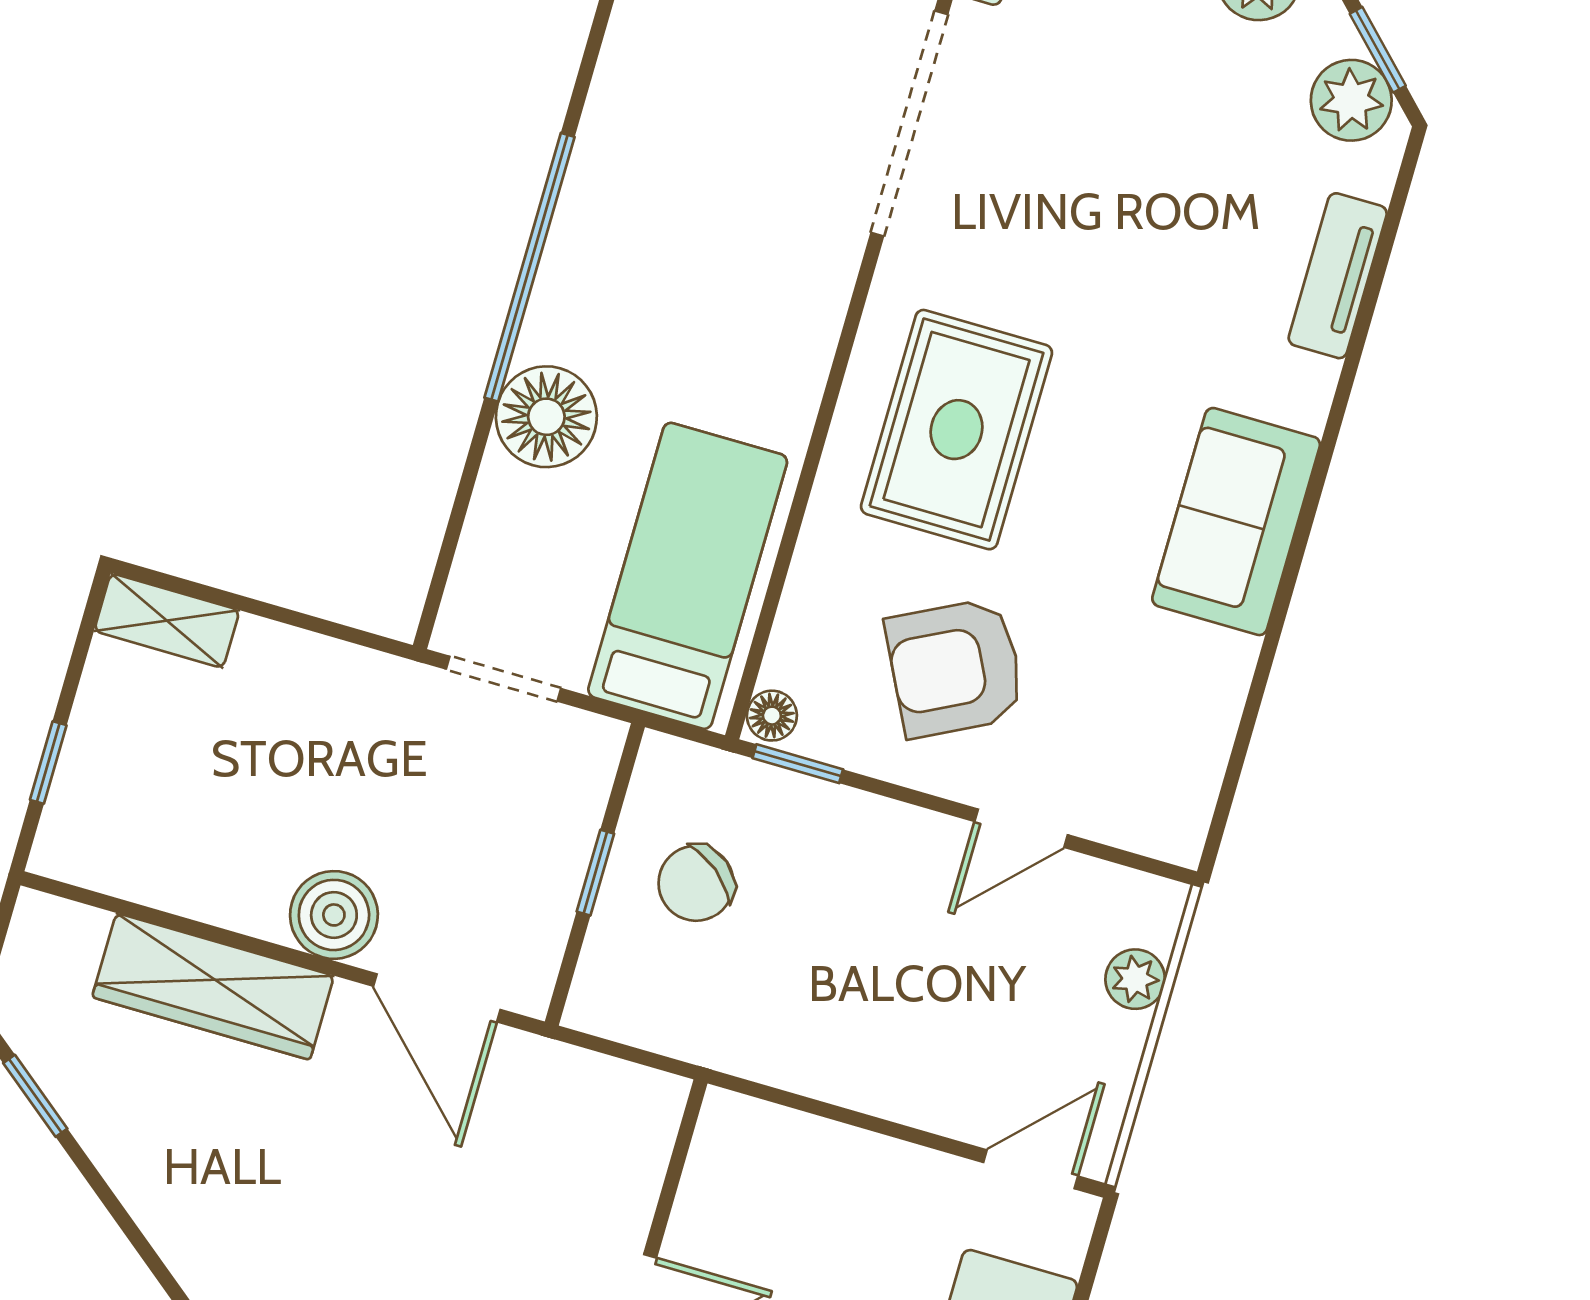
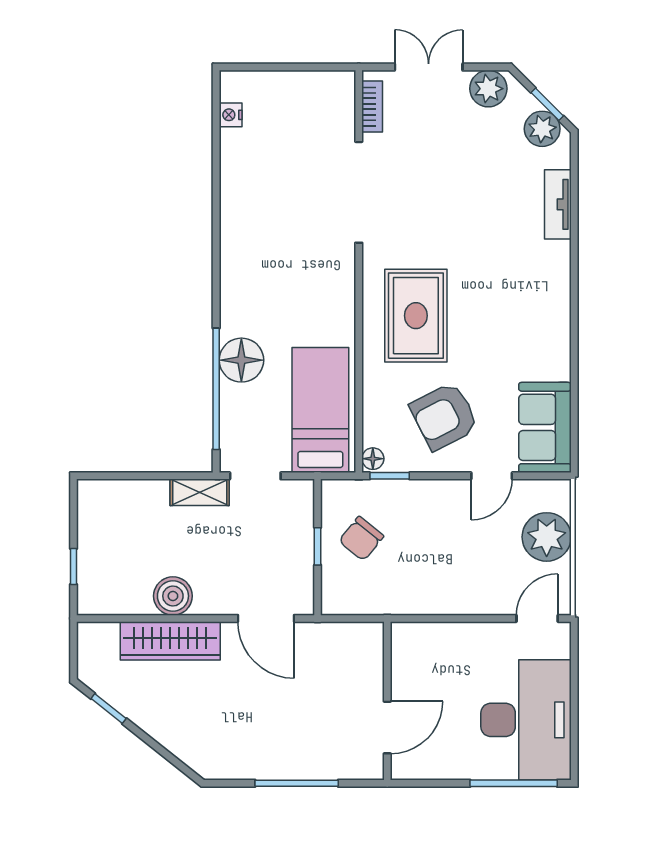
window: (530, 267) -> (216, 389), moved
sofa: (1236, 522) -> (545, 427), moved
shelving: (167, 621) -> (200, 492), moved
boiler: (334, 915) -> (173, 596), moved
plant: (1135, 979) -> (547, 537), width x1.87, depth x1.87

